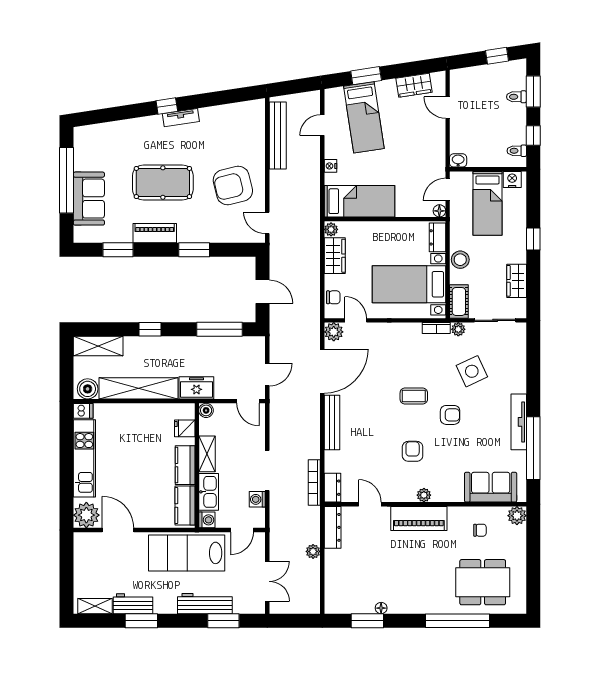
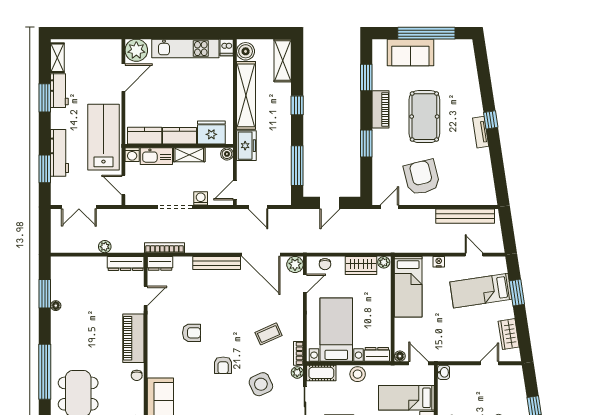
coffee table: (414, 396) -> (269, 334), moved, turned 66
fridge: (185, 428) -> (211, 133), width x1.88, depth x1.34
plant: (424, 495) -> (154, 343), removed
washing machine: (257, 499) -> (201, 198), moved
chair: (480, 530) -> (137, 375), moved

